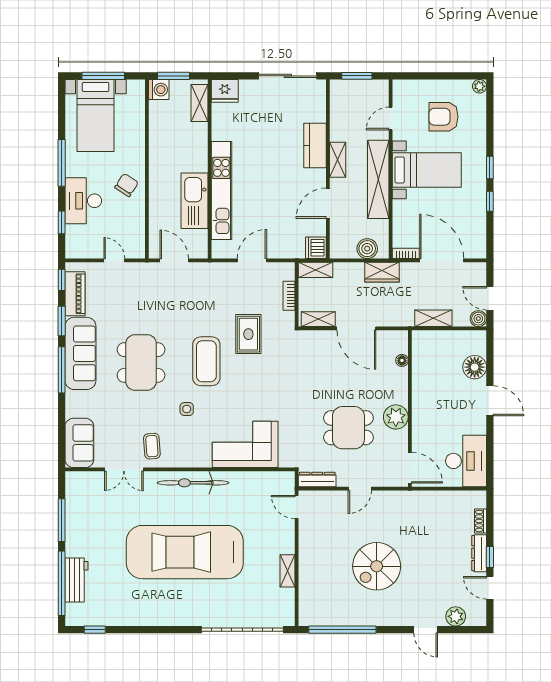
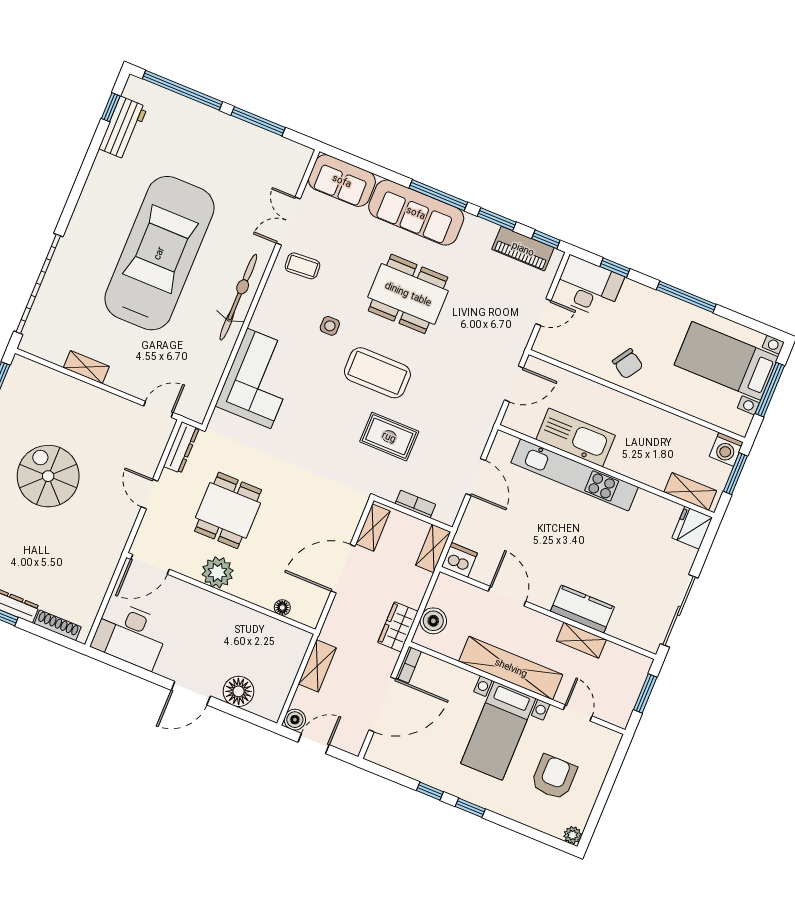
shelving: (338, 160) -> (581, 640), moved
desk: (83, 201) -> (588, 287), moved
sofa: (80, 353) -> (416, 213), moved
shoe rack: (481, 521) -> (58, 625), width x1.43
workbench: (76, 580) -> (123, 128), moved, turned -90

